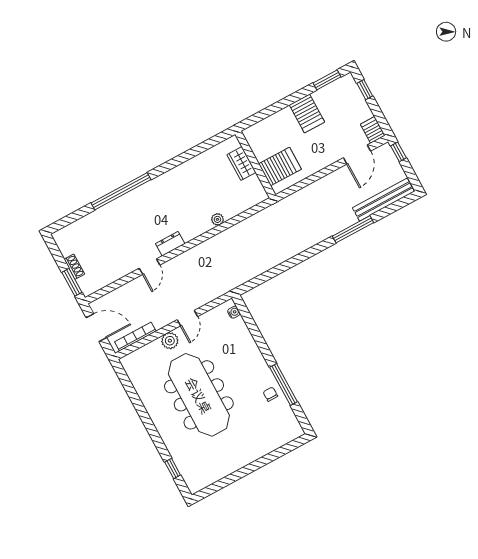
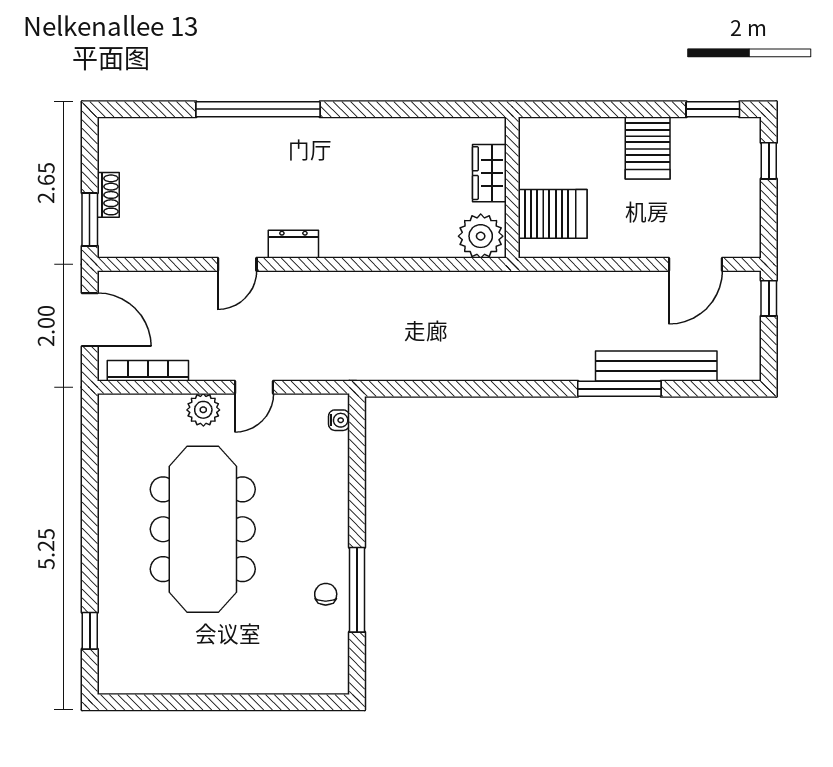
server rack: (373, 130) -> (745, 237), removed
bench: (383, 200) -> (656, 366), moved
plant: (217, 219) -> (481, 236), moved, width x1.87, depth x1.87

